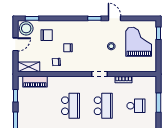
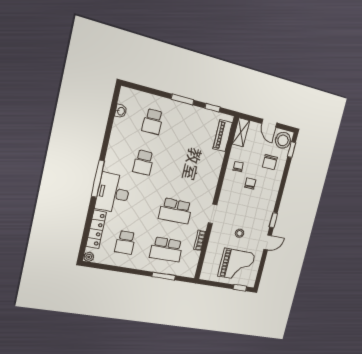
school desk: (71, 106) -> (185, 172), removed
school desk: (136, 106) -> (166, 249), width x1.85

